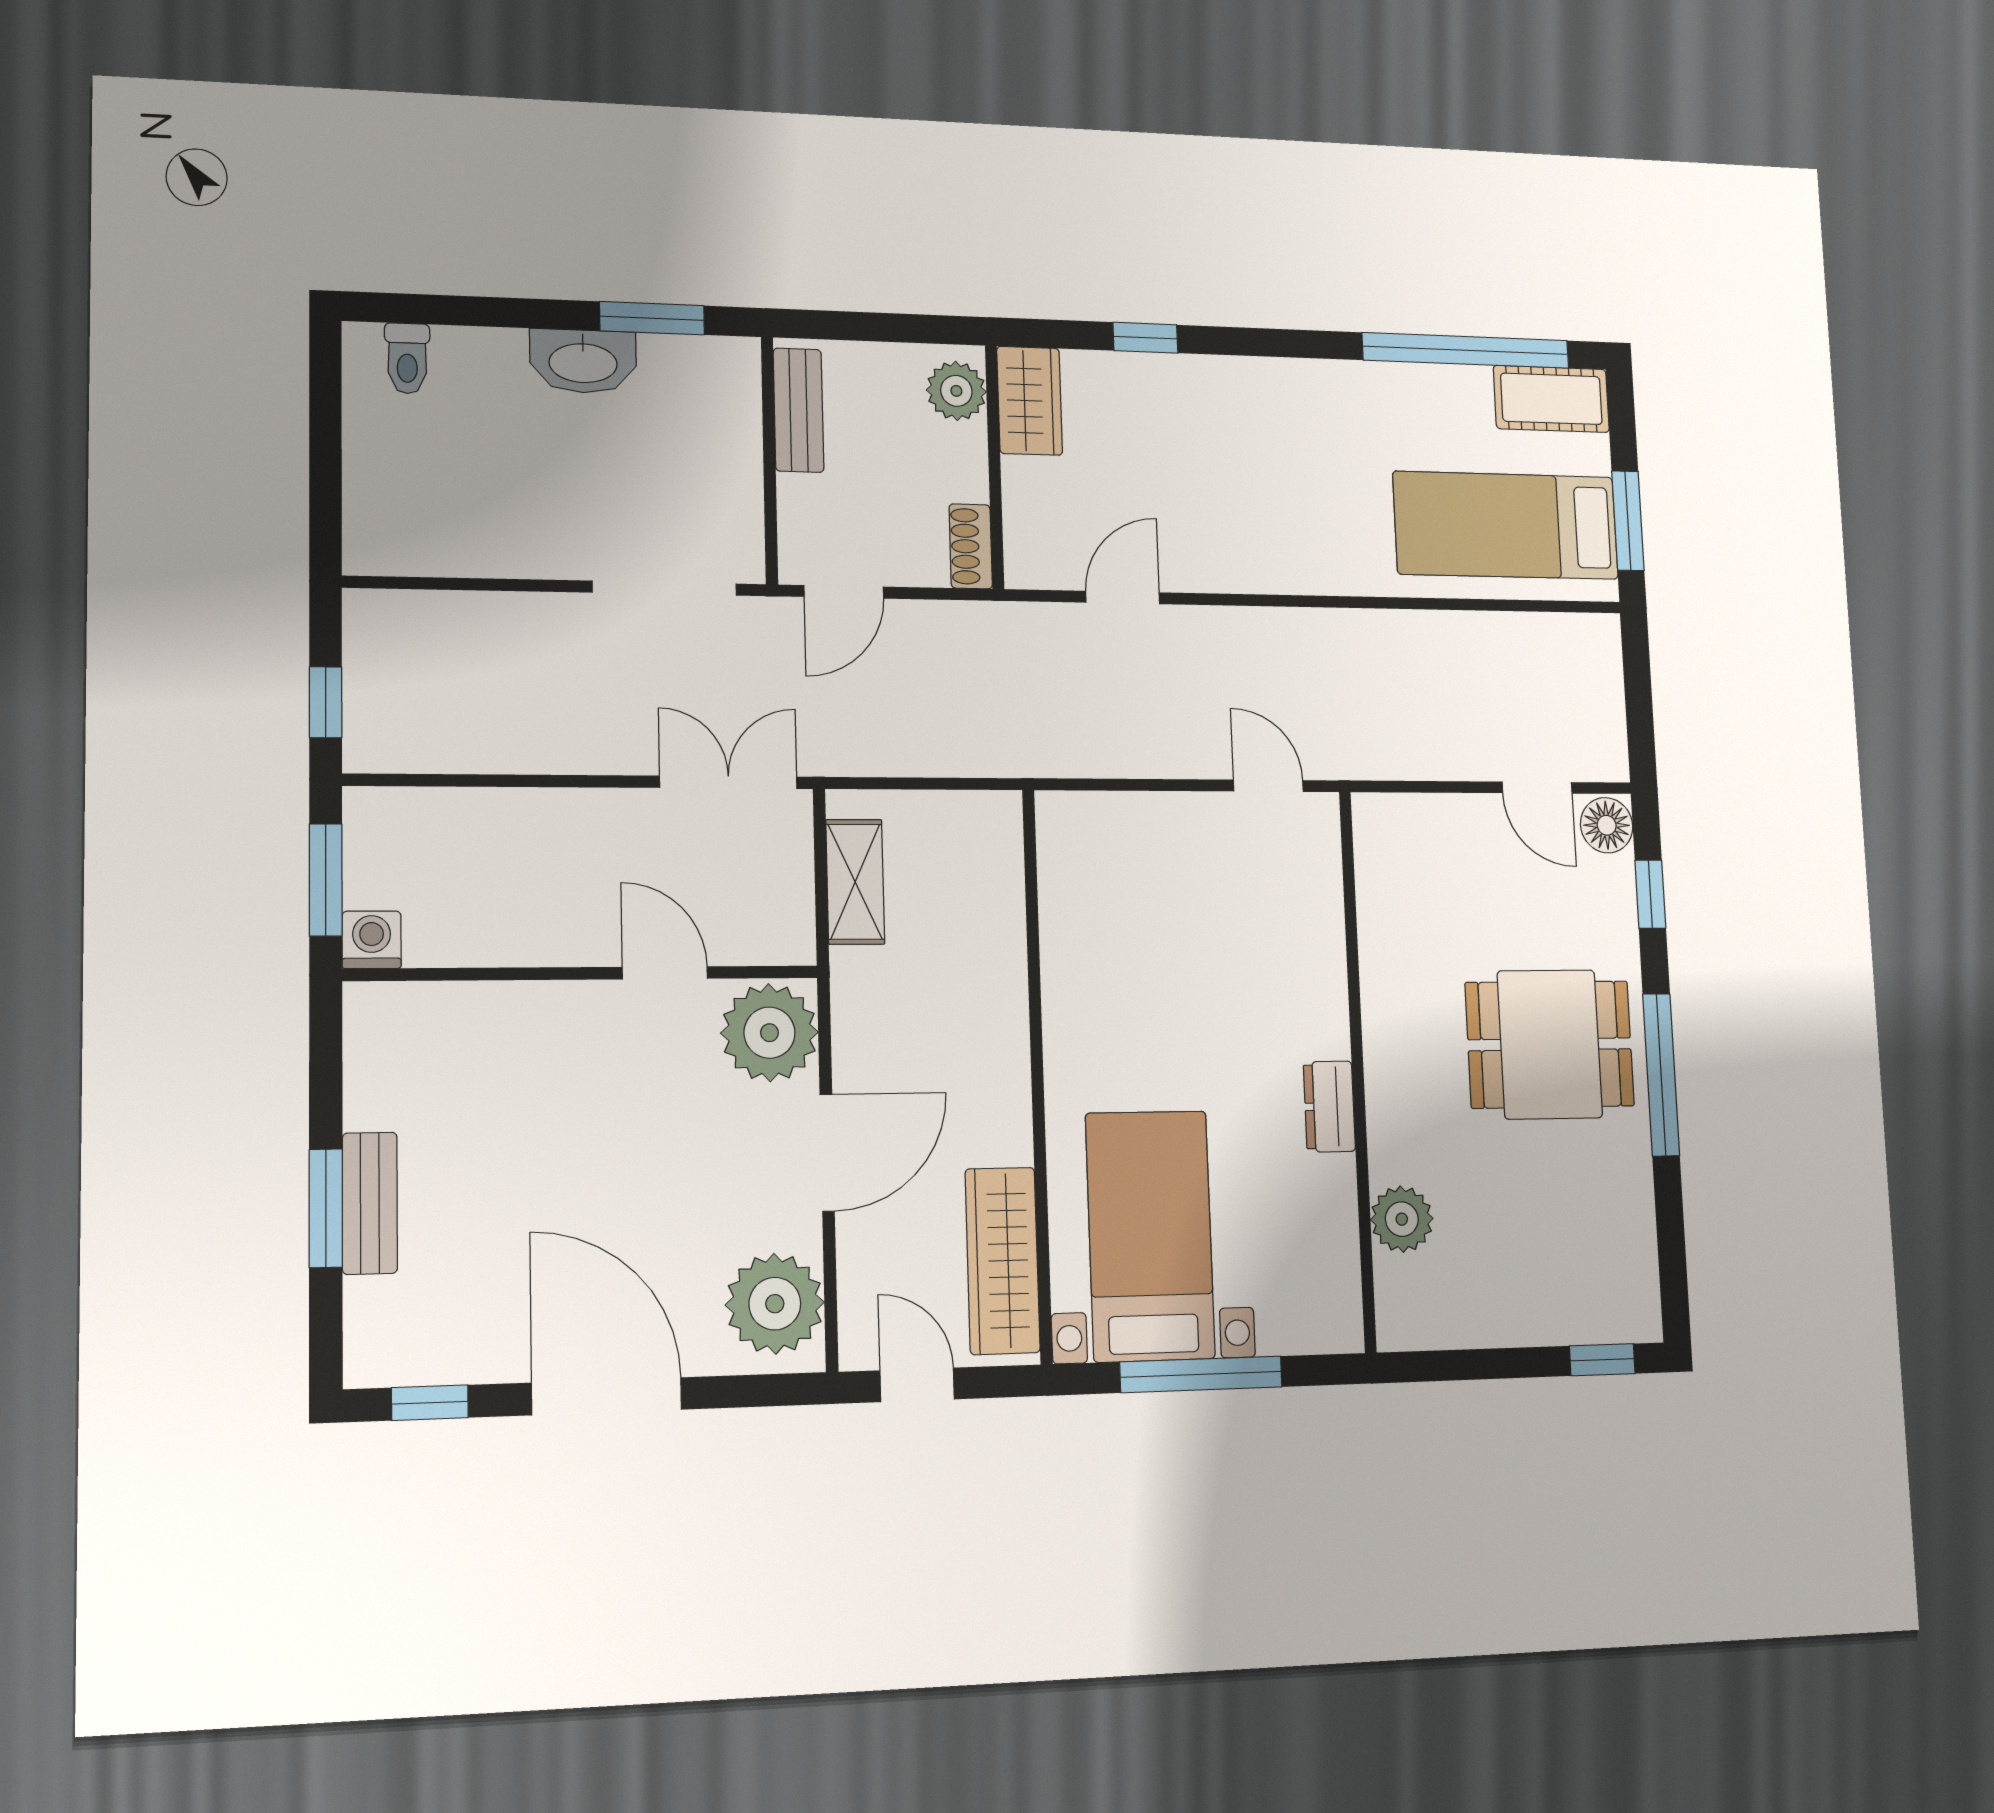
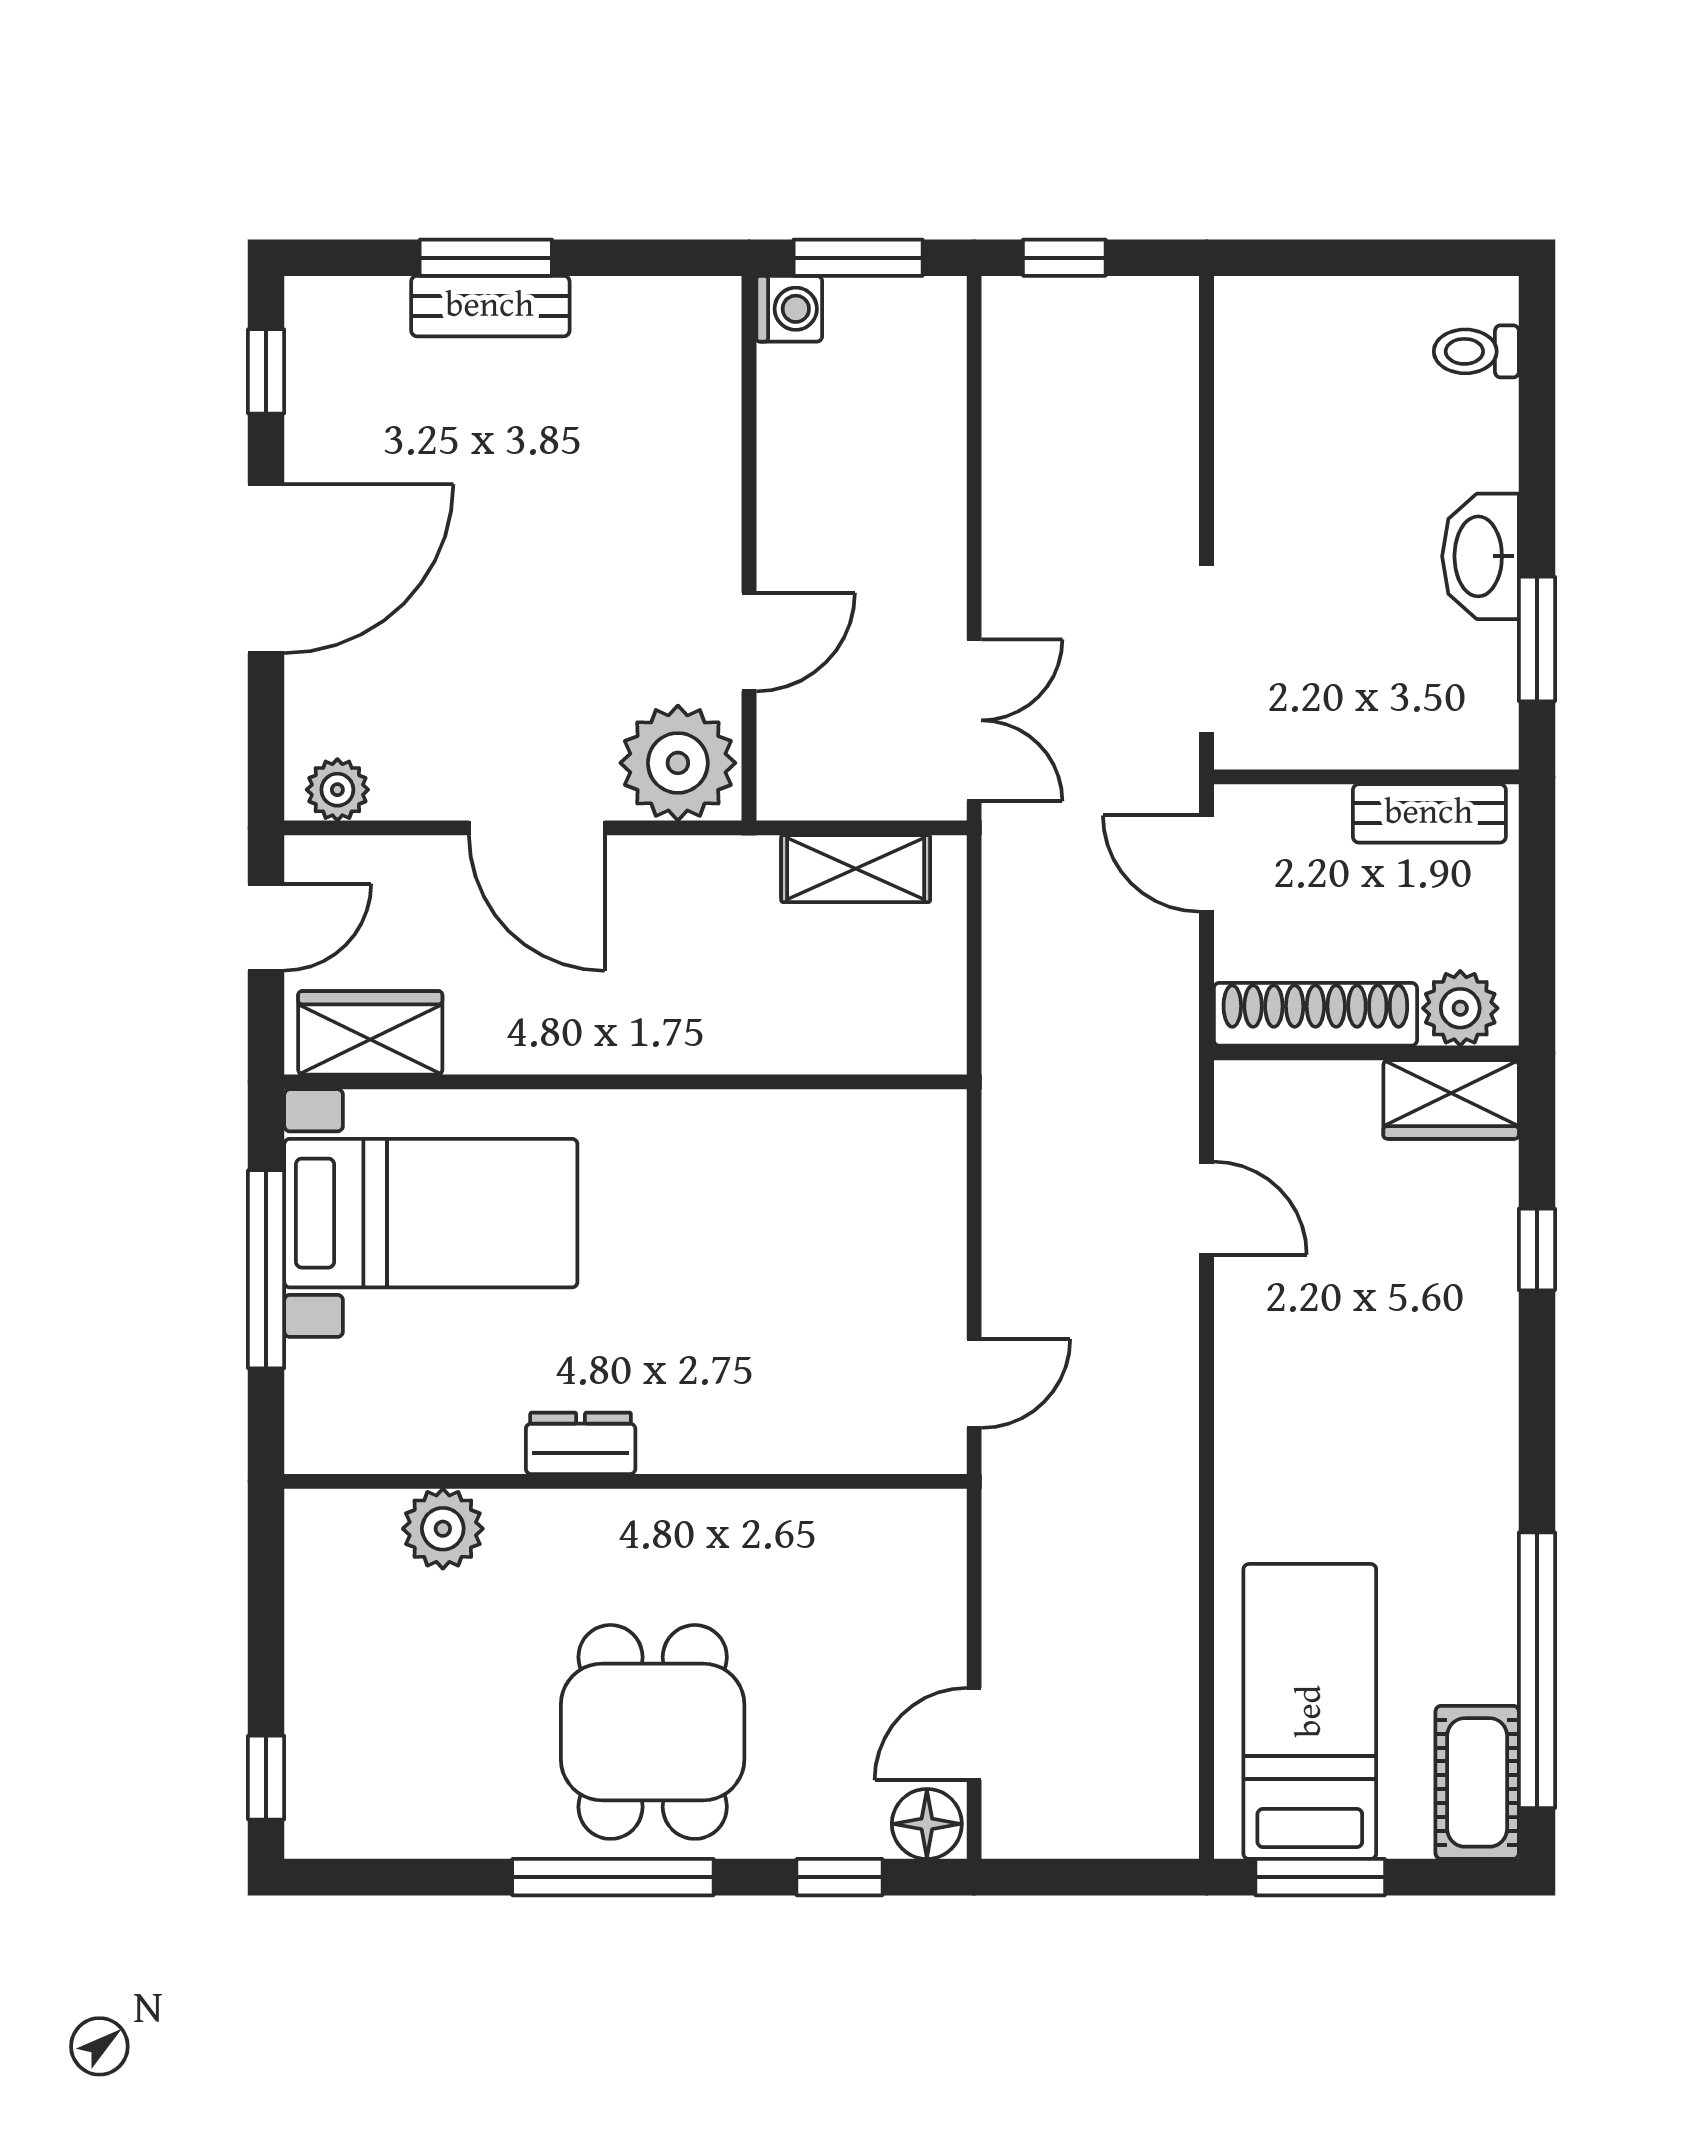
shoe rack: (971, 546) -> (1315, 1014), width x1.94, depth x1.24
wardrobe: (1003, 1261) -> (370, 1033), width x0.67
plant: (775, 1304) -> (337, 790), width x0.53, depth x0.53

